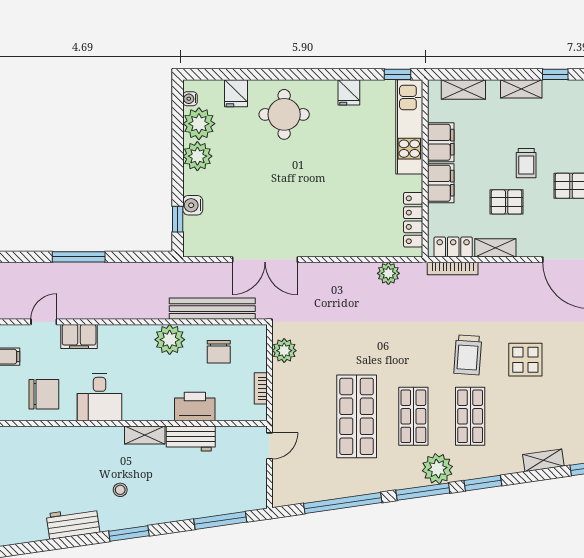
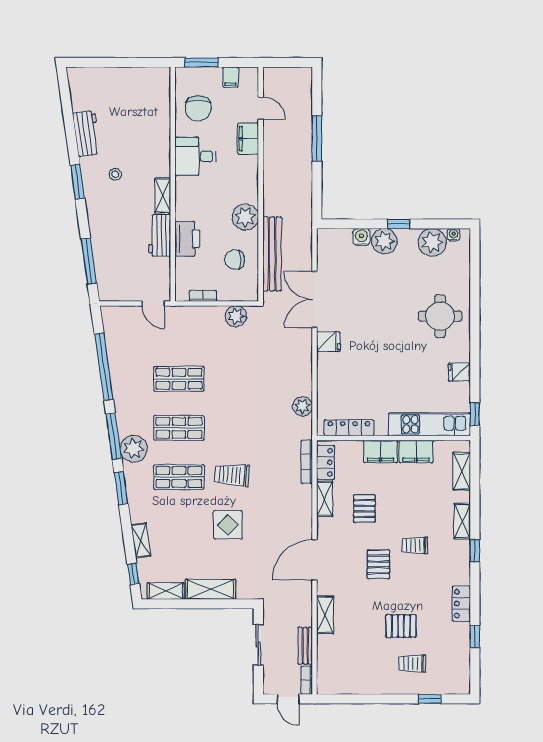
fridge: (236, 93) -> (328, 342), moved, turned 180
plant: (197, 156) -> (384, 241), moved
trolley: (526, 163) -> (415, 545), moved
window: (178, 219) -> (399, 224), moved
shop shelf: (357, 416) -> (179, 379), width x0.70, depth x0.74

